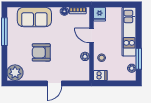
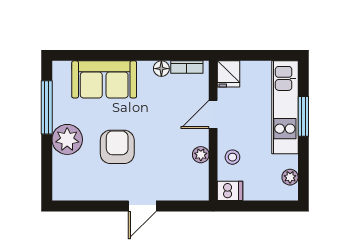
door: (92, 35) -> (213, 114), hinge flipped
armchair: (41, 52) -> (117, 147), turned 90
window: (139, 59) -> (303, 116), moved
plant: (15, 73) -> (67, 139), moved

